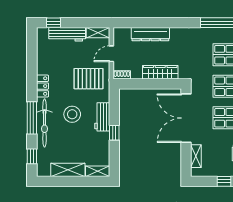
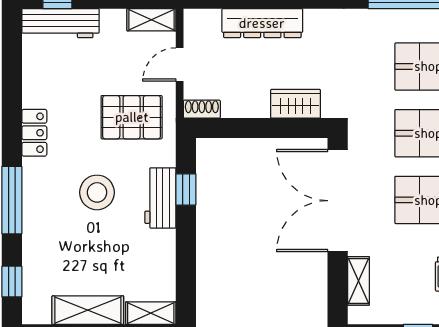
workbench: (67, 34) -> (60, 23), moved
wardrobe: (160, 72) -> (296, 104), width x0.67
bicycle: (45, 123) -> (39, 211), removed
window: (114, 133) -> (186, 189), moved

